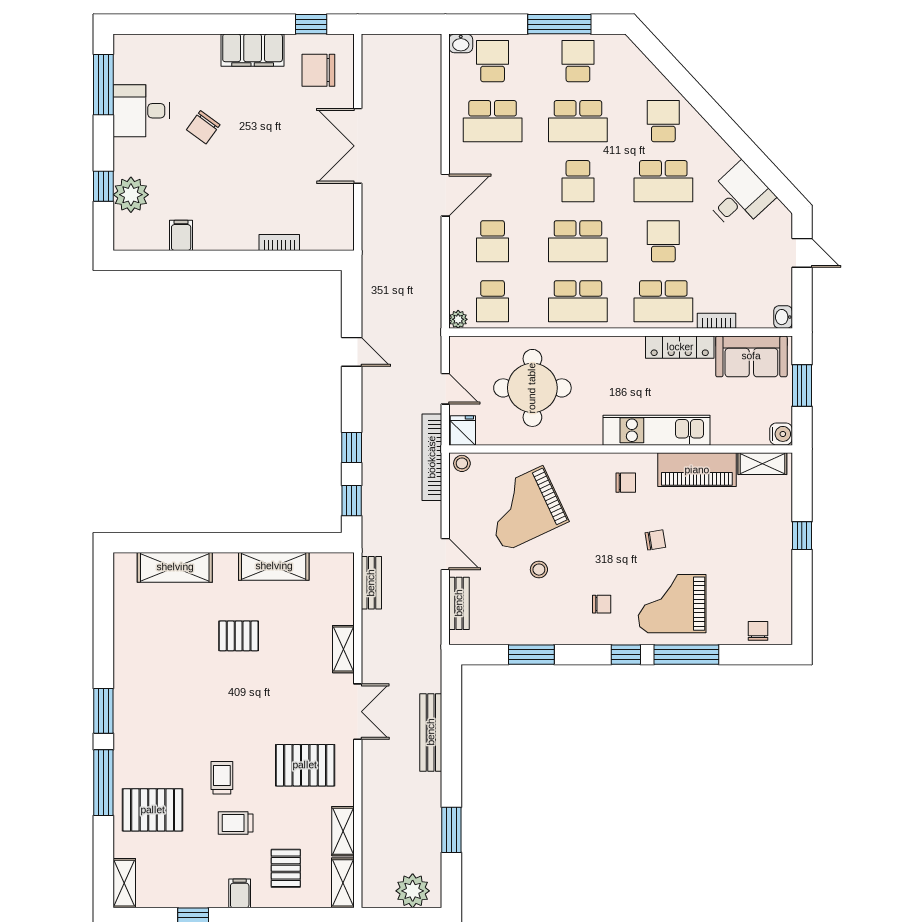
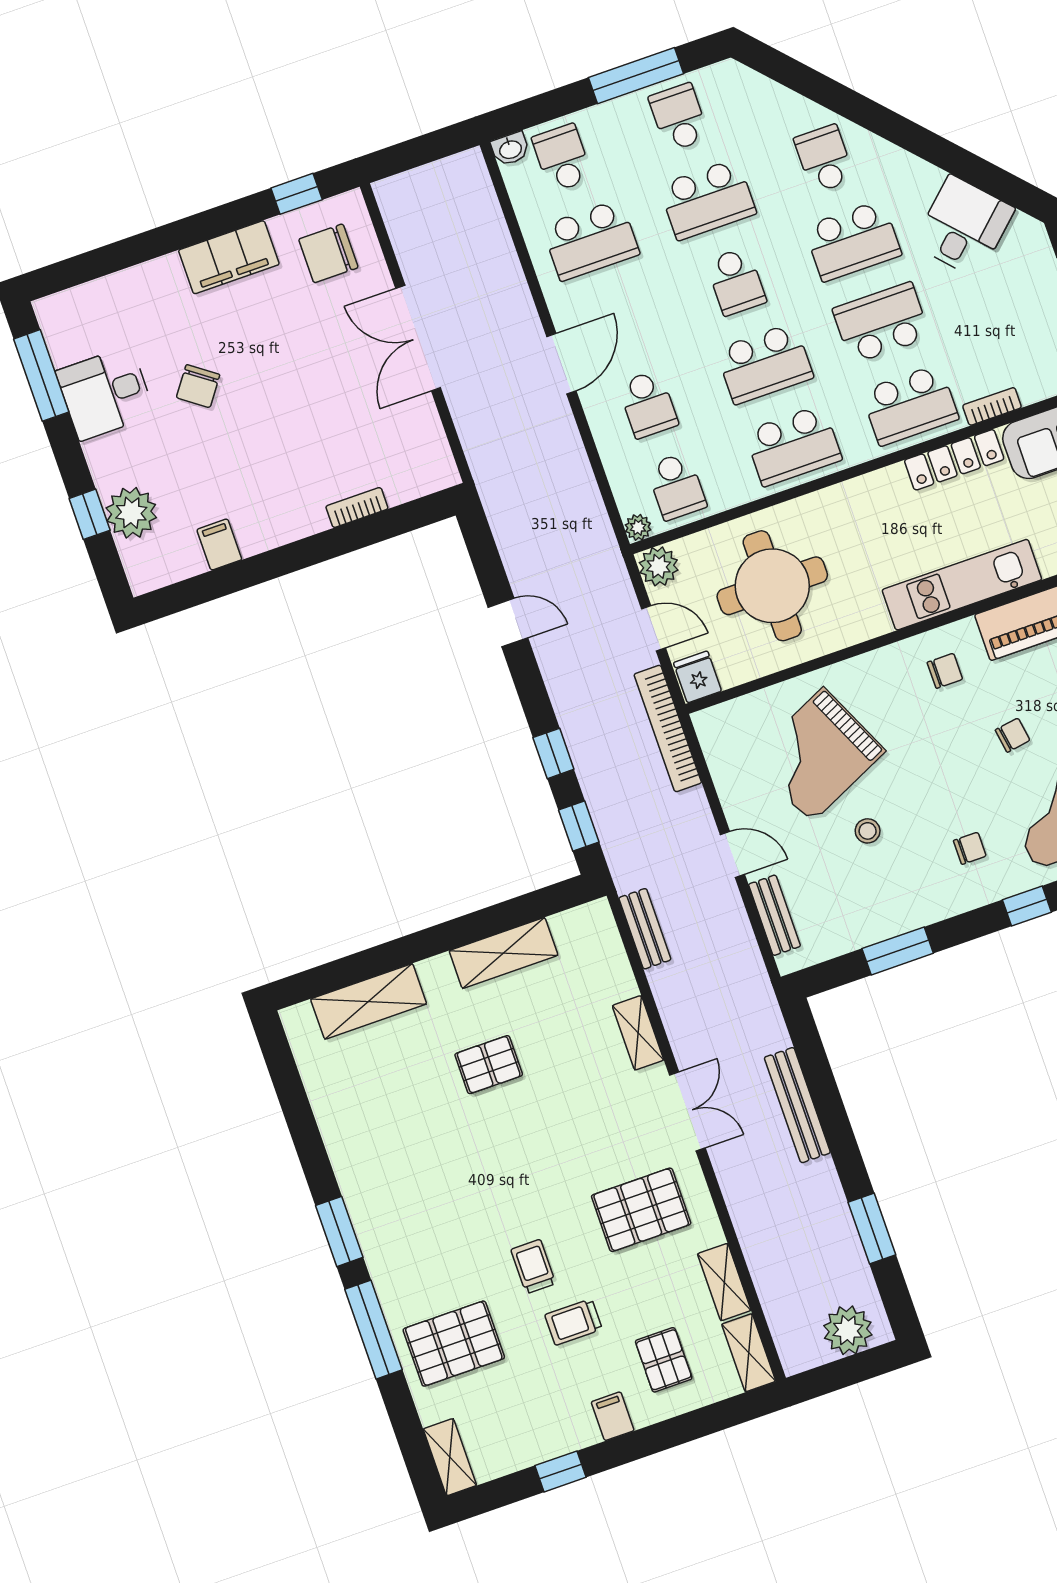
school desk: (663, 241) -> (881, 323), width x1.85
plant: (463, 349) -> (659, 566), added
stool: (462, 463) -> (712, 723), removed

